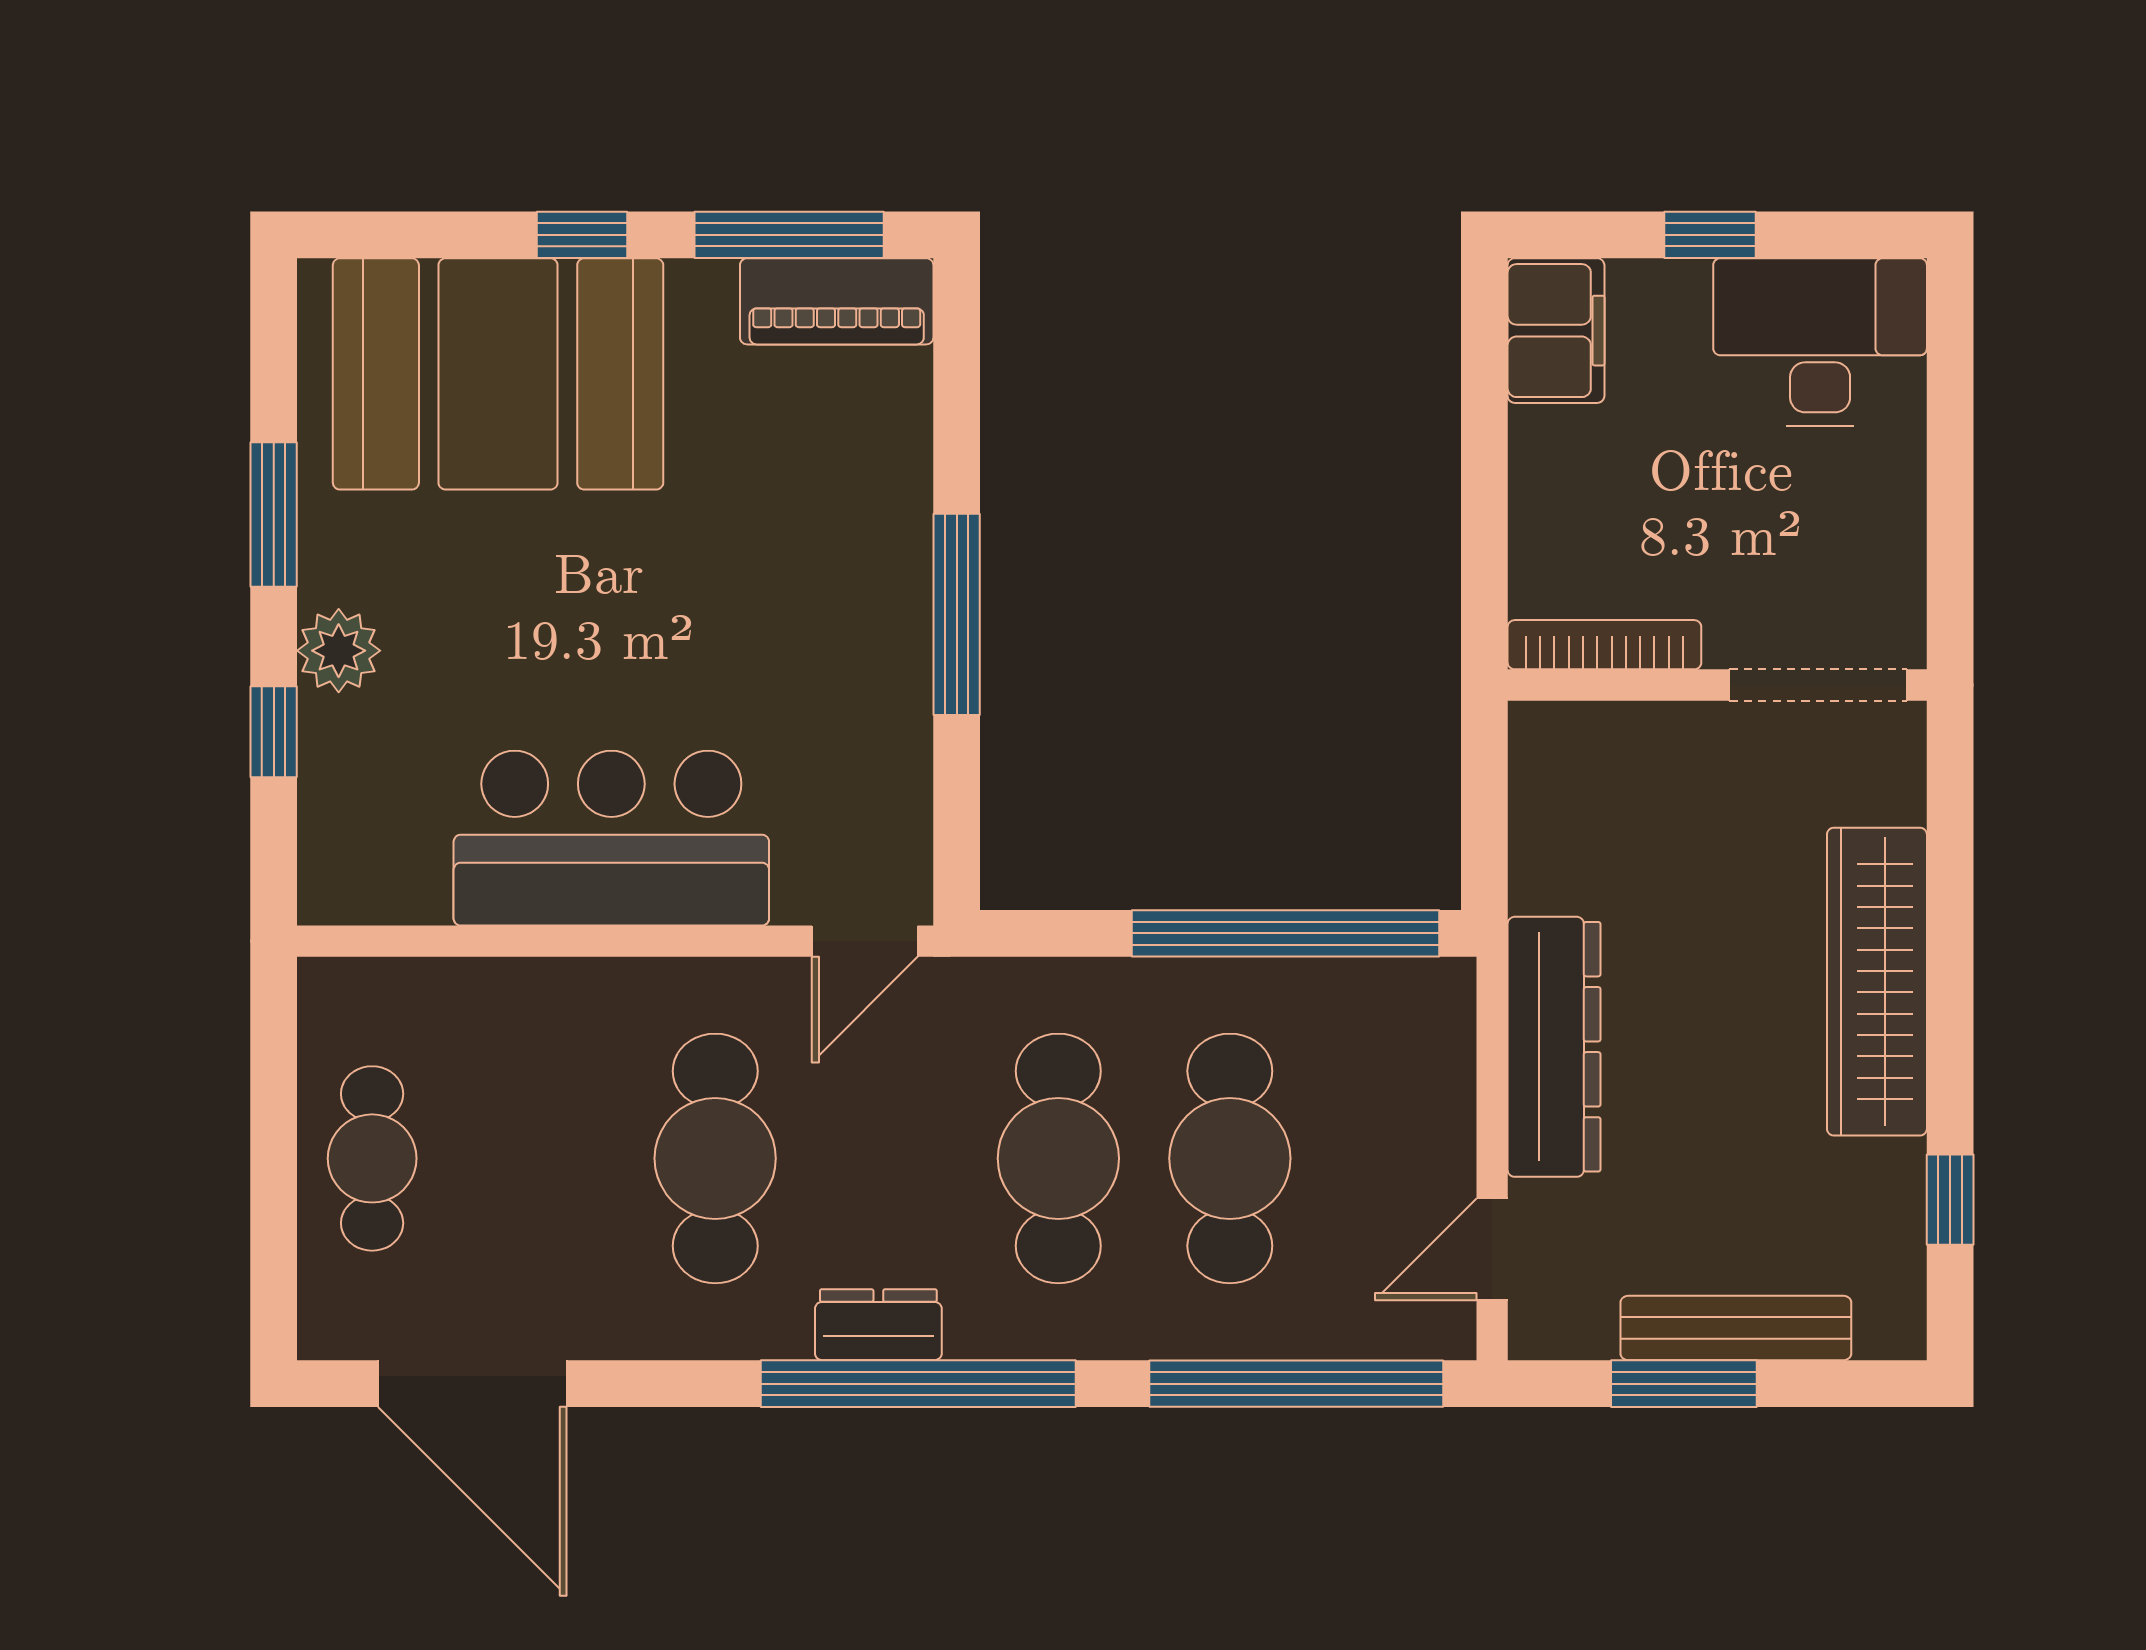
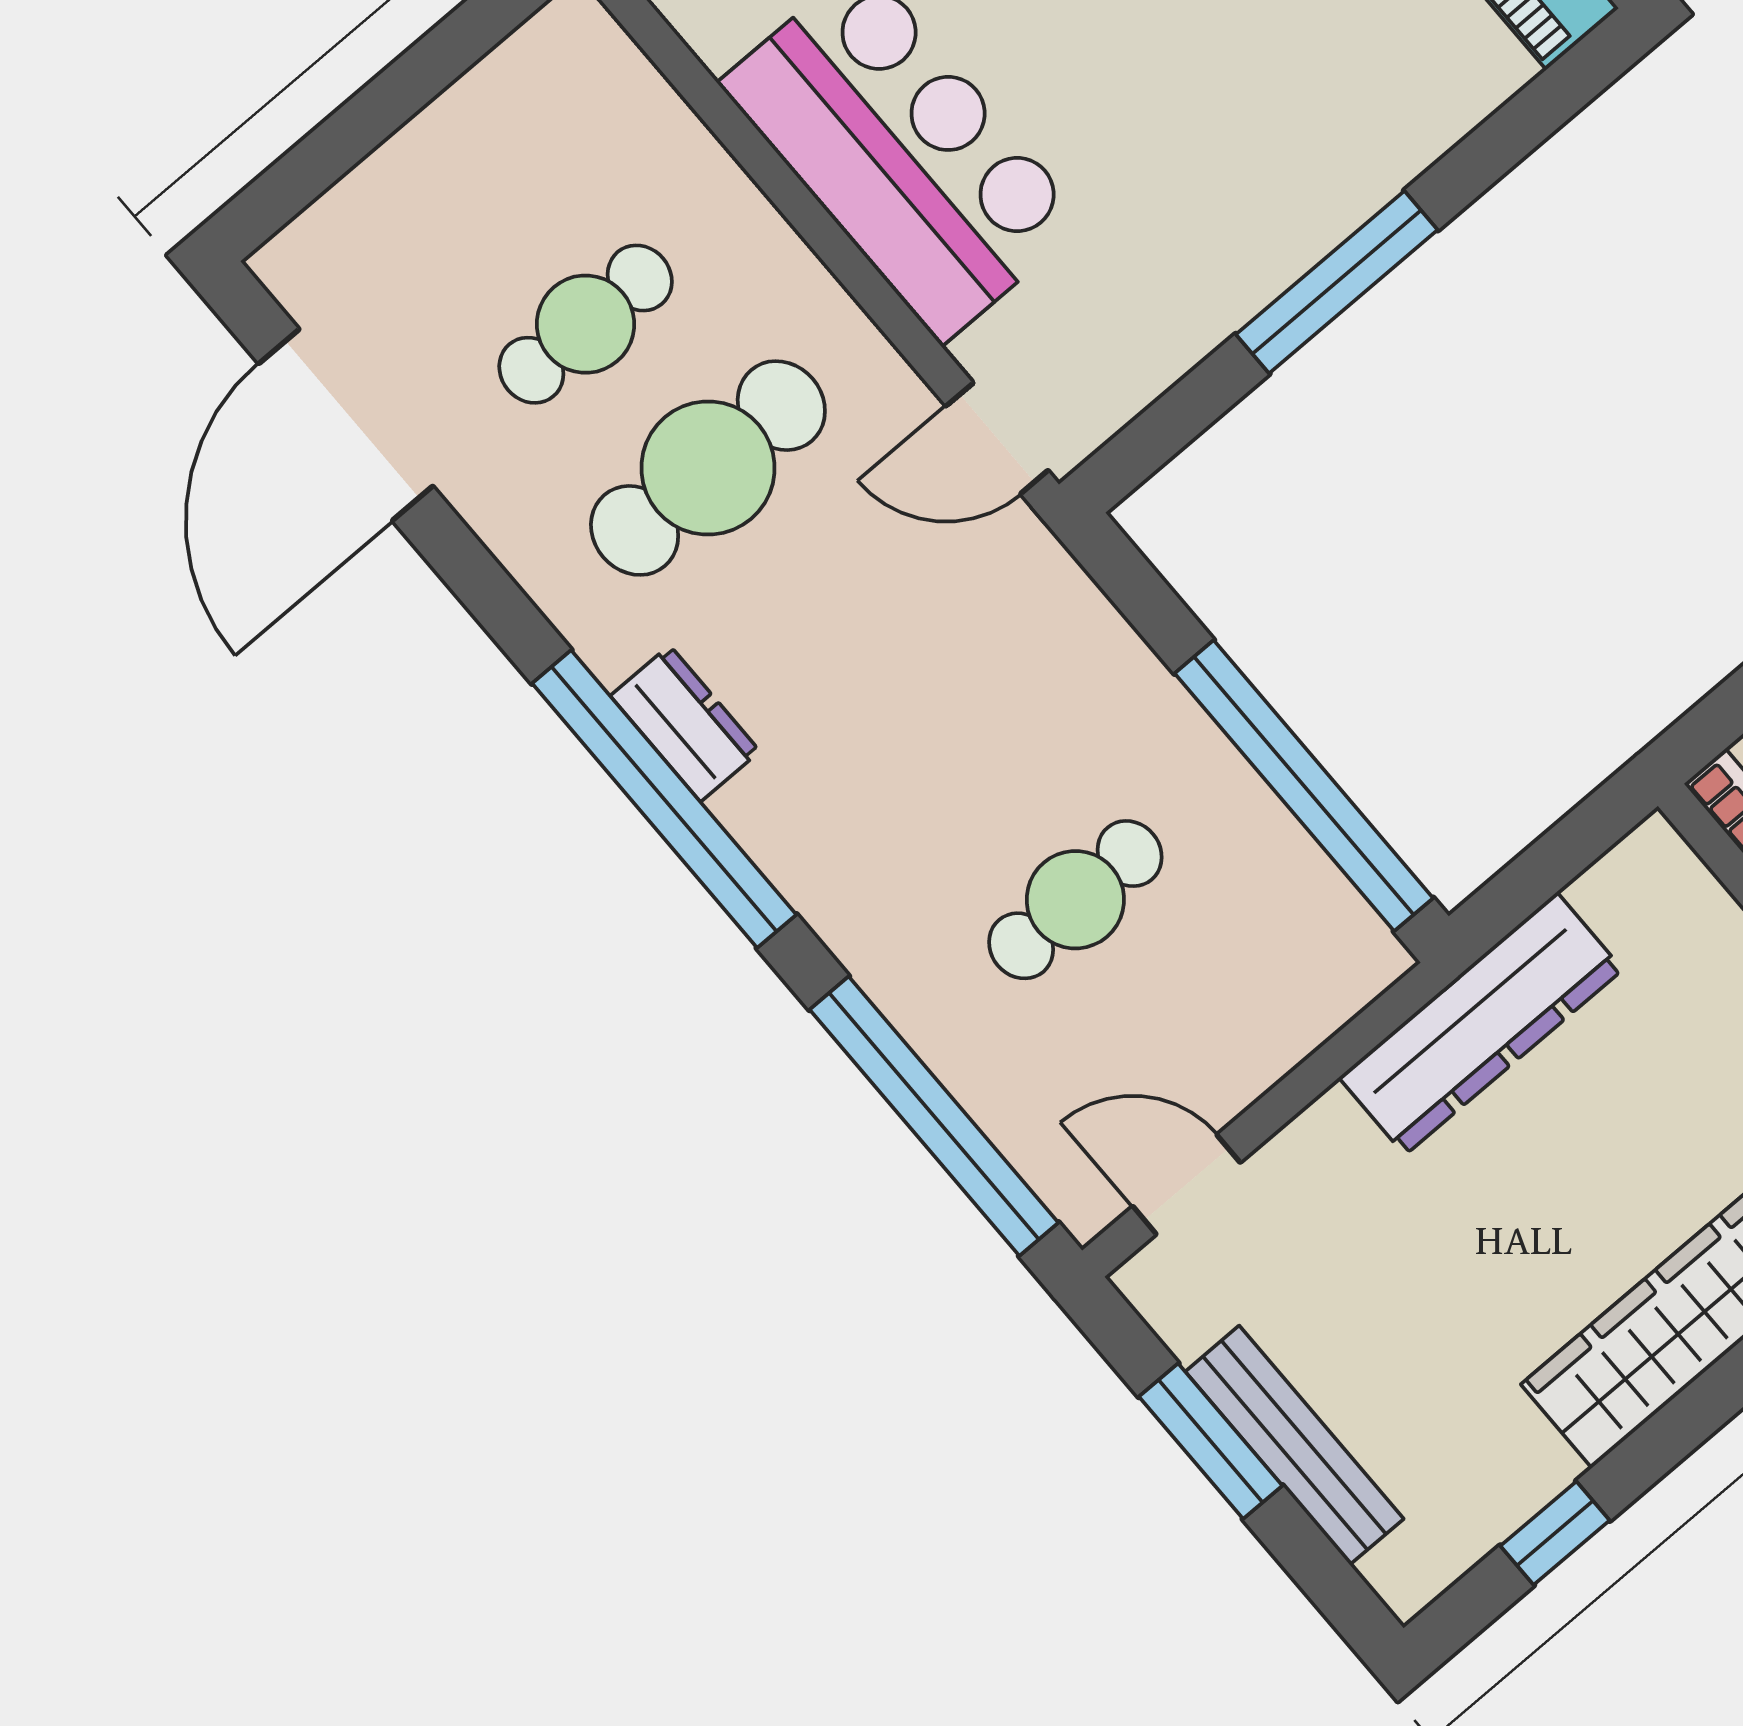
dresser: (1554, 1047) -> (1481, 1024), moved
cafe table: (372, 1158) -> (586, 324), moved
cafe table: (1058, 1158) -> (953, 756), removed
cafe table: (1230, 1158) -> (1075, 900), width x0.73, depth x0.74

